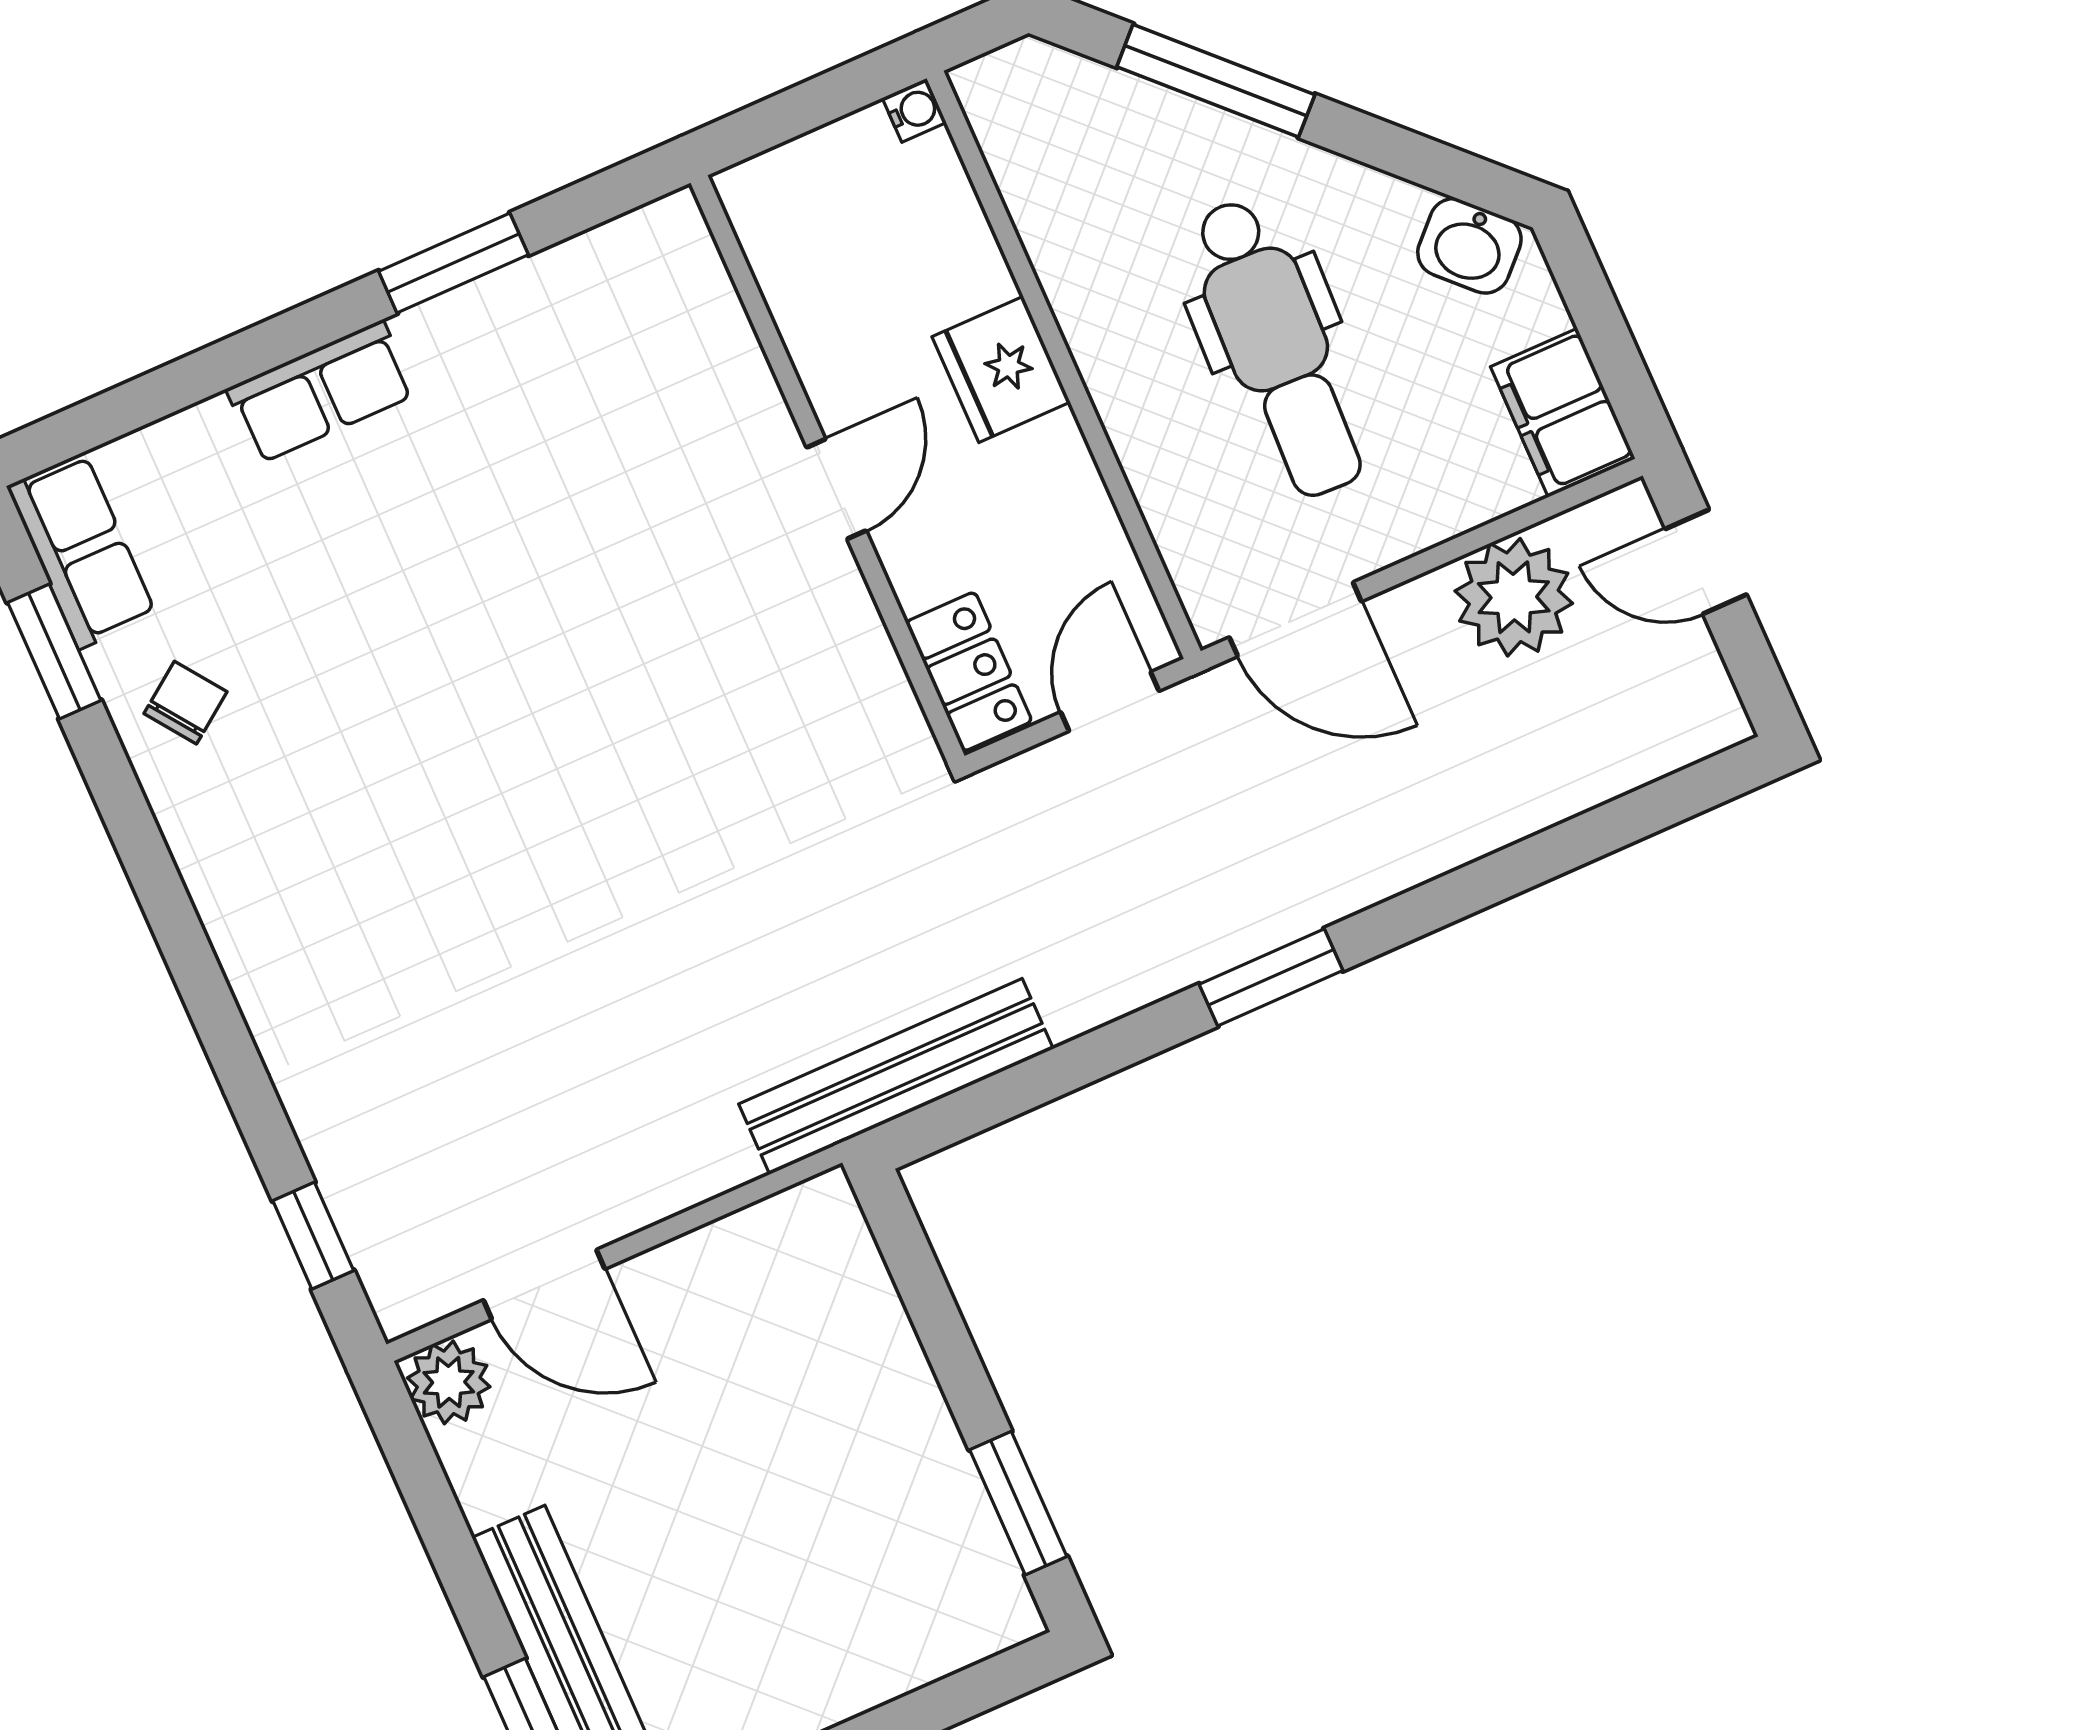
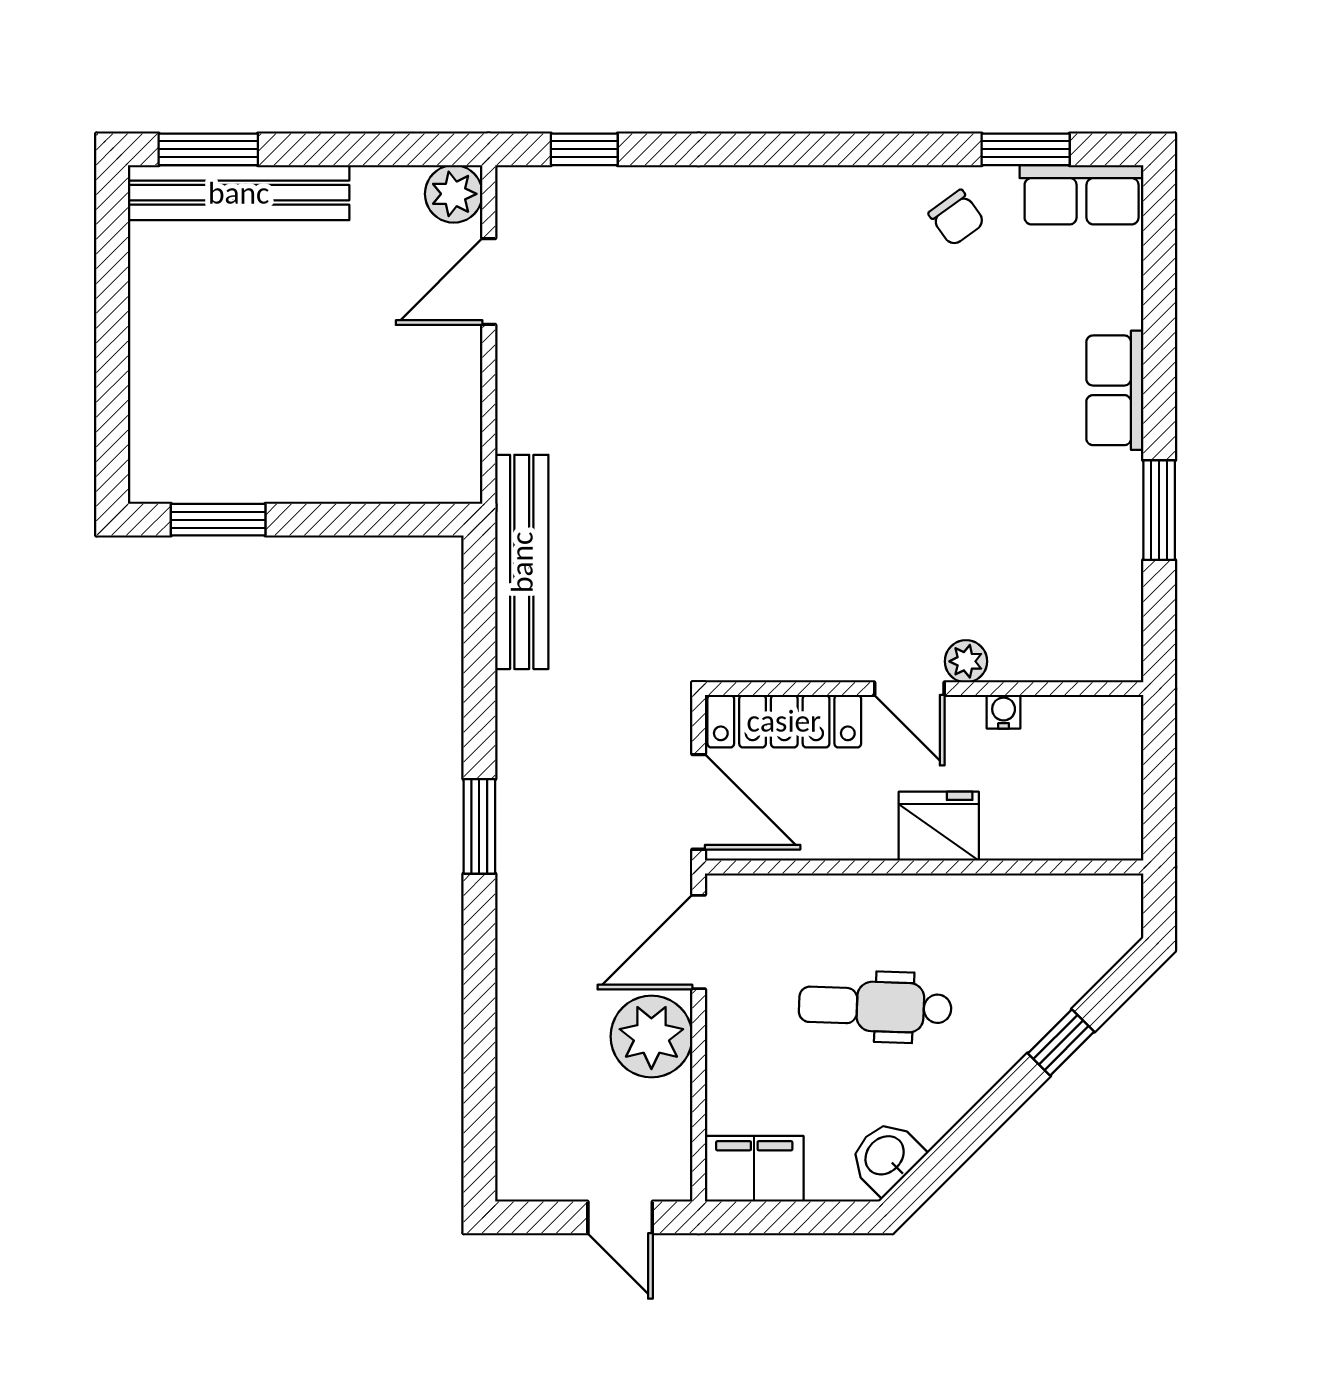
window: (1216, 81) -> (1061, 1043), width x0.46
water cooler: (914, 110) -> (1004, 712), moved, turned 180
dental chair: (1277, 348) -> (875, 1007), width x0.73, depth x0.72
plant: (767, 430) -> (966, 661), added
door: (1706, 562) -> (620, 1217), swing flipped
plant: (1514, 597) -> (651, 1036), moved
locker: (969, 672) -> (784, 721), width x1.53
door: (1110, 701) -> (699, 802), width x1.38

